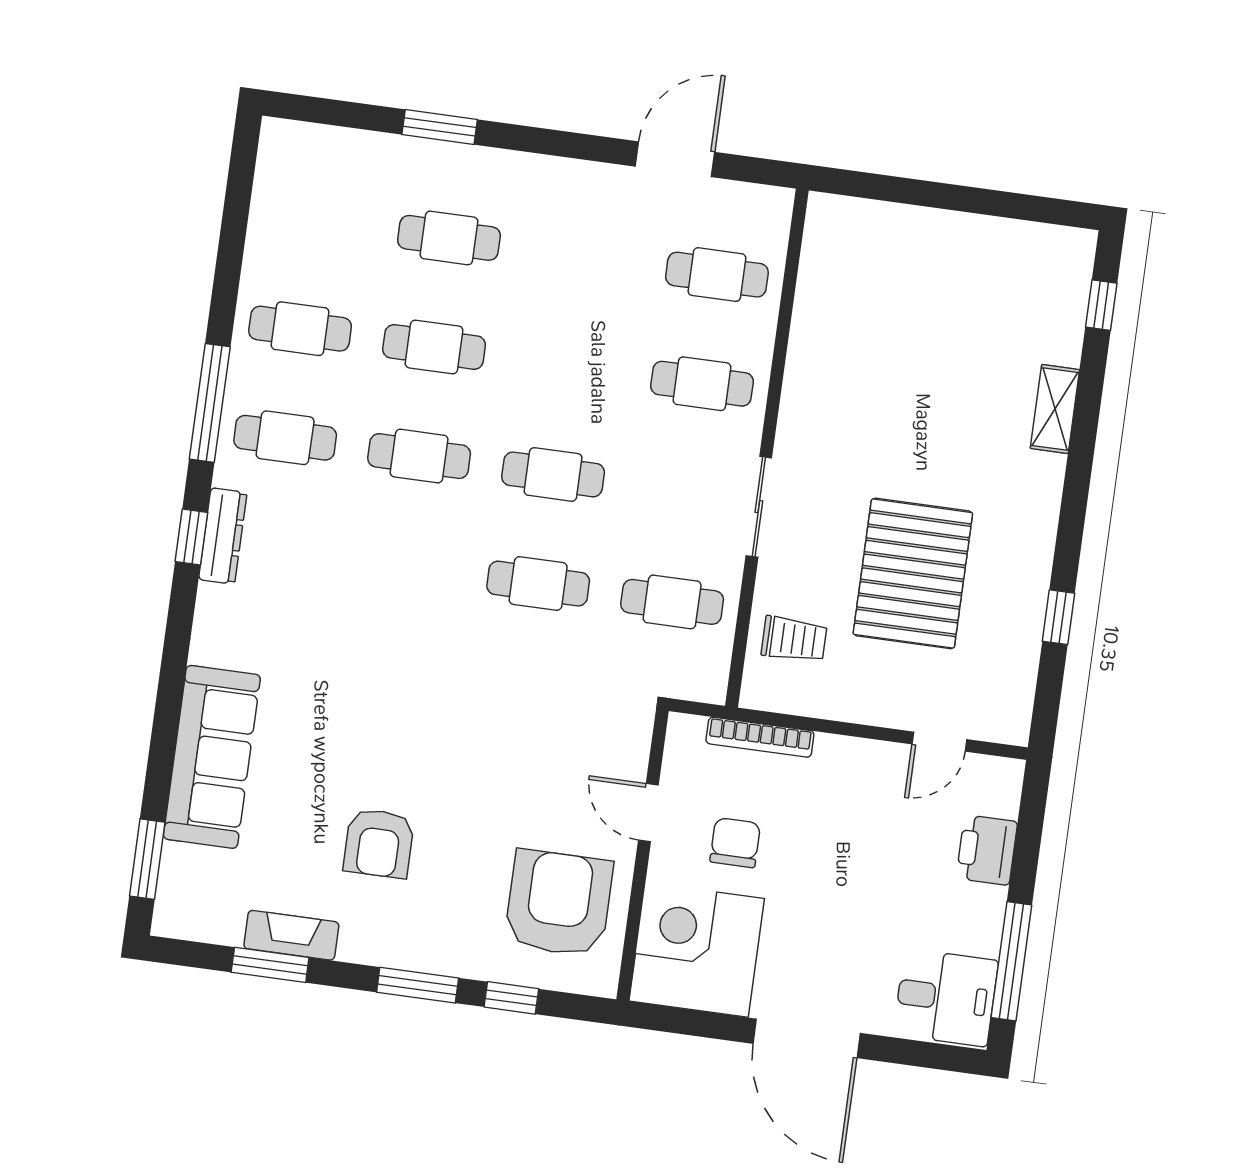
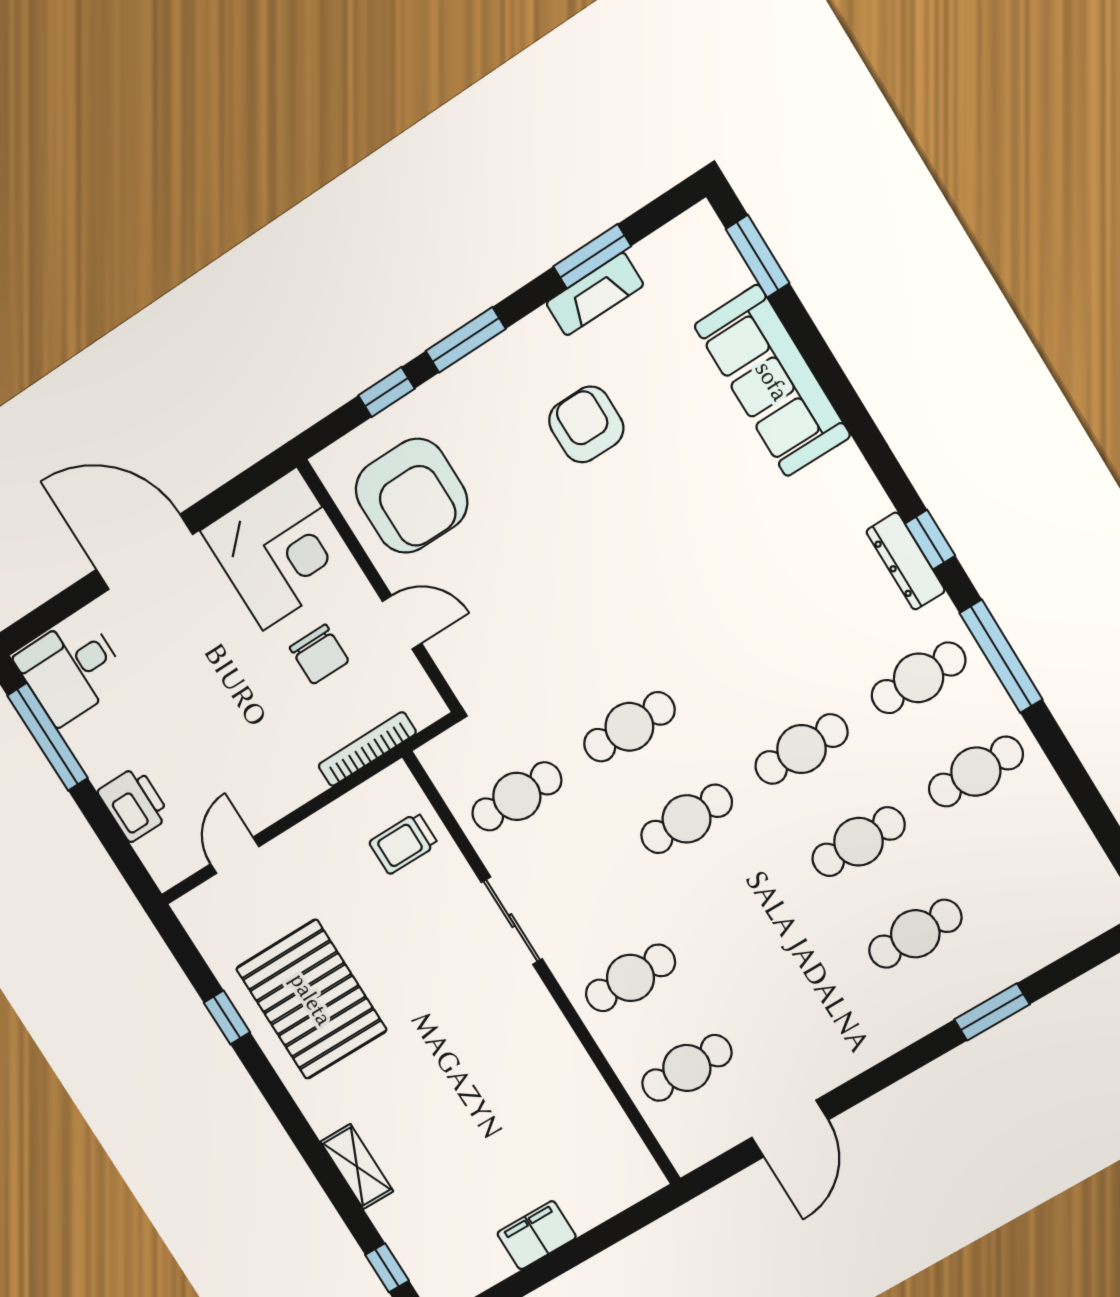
filing cabinet: (953, 234) -> (537, 1235), added
pallet: (913, 573) -> (311, 999), moved

